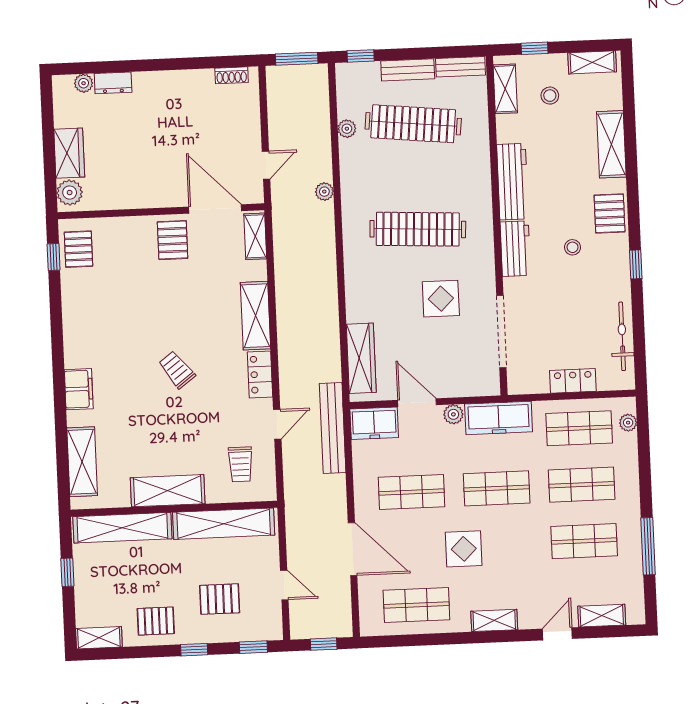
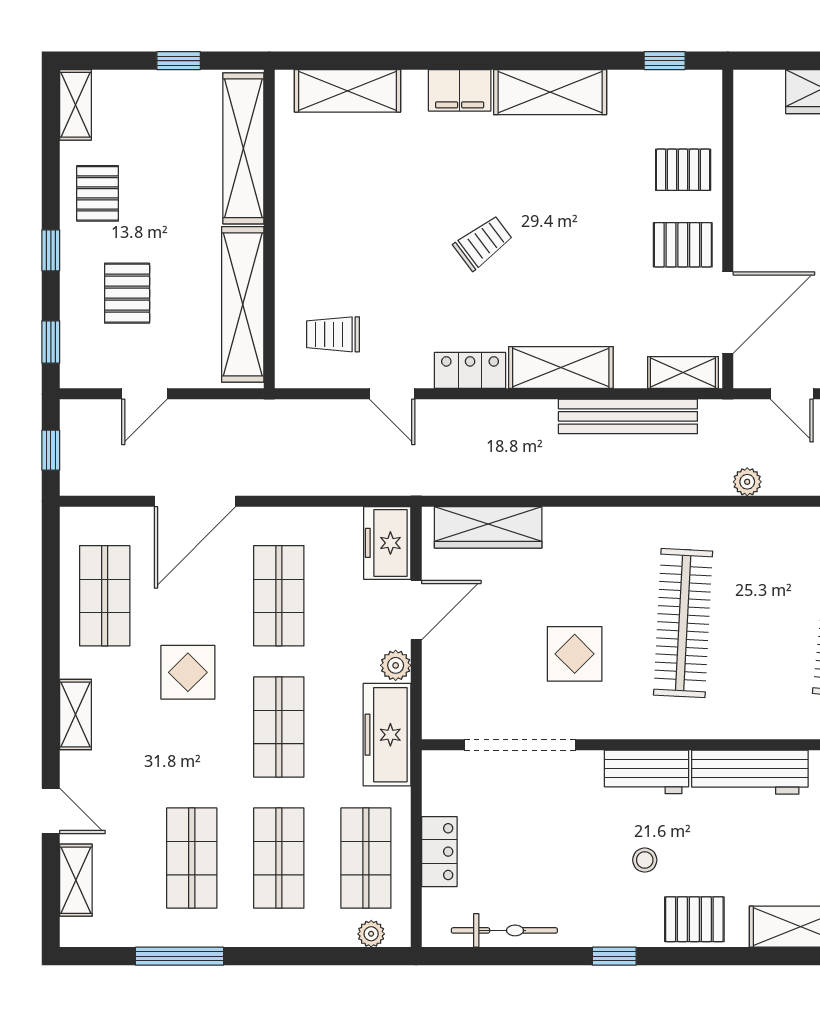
plant: (70, 193) -> (763, 90), removed
pallet: (78, 249) -> (683, 170), moved
bench: (333, 428) -> (628, 416), moved
shelving: (168, 491) -> (550, 92), moved, turned 90

